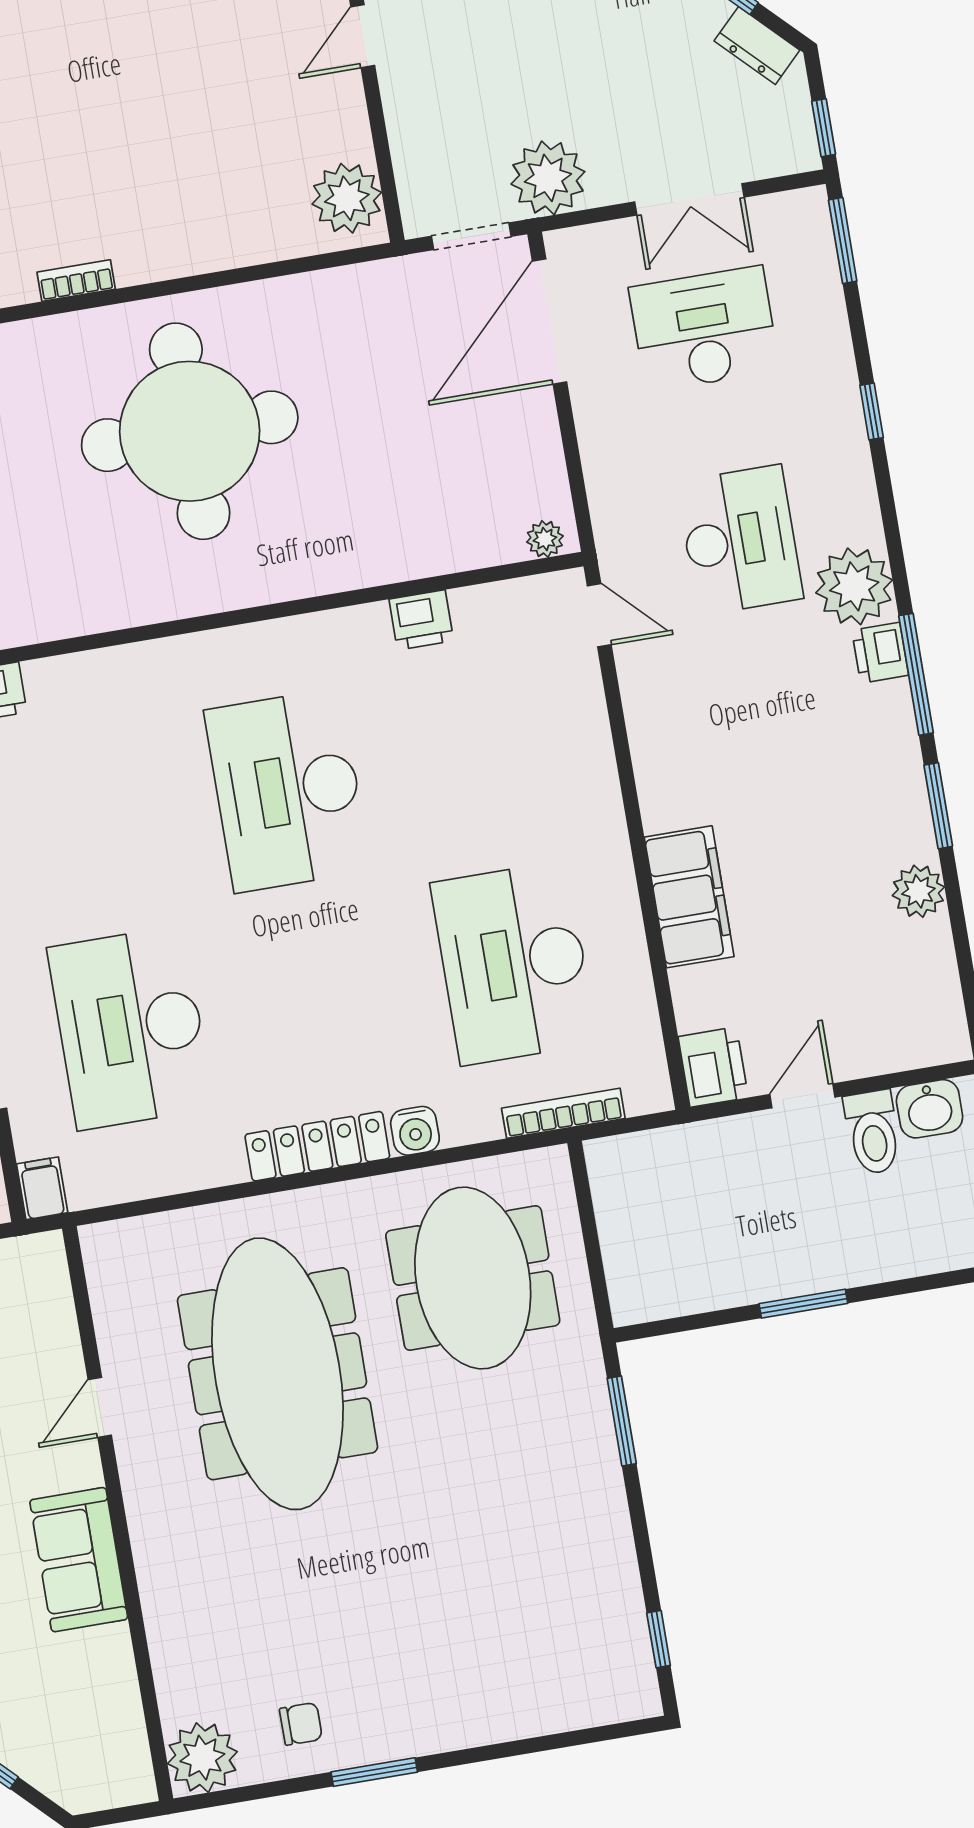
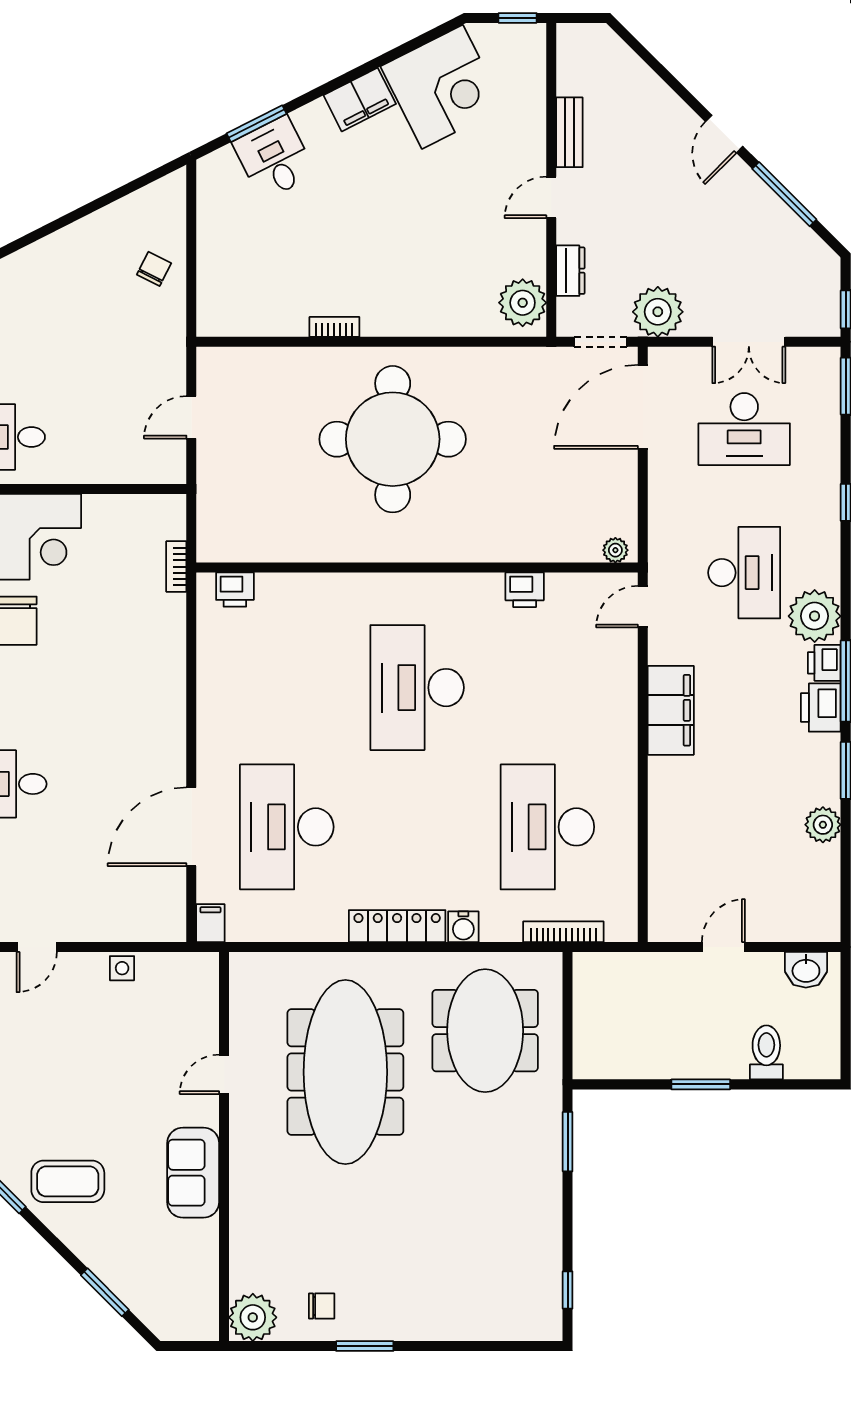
dresser: (757, 46) -> (570, 271), moved, turned -135
desk: (704, 329) -> (744, 429), turned 180
door: (599, 615) -> (643, 607), swing flipped
filing cabinet: (689, 897) -> (671, 710), moved
printer: (713, 1067) -> (821, 708), moved, turned 180
toilet: (873, 1132) -> (766, 1052), moved, turned 180

